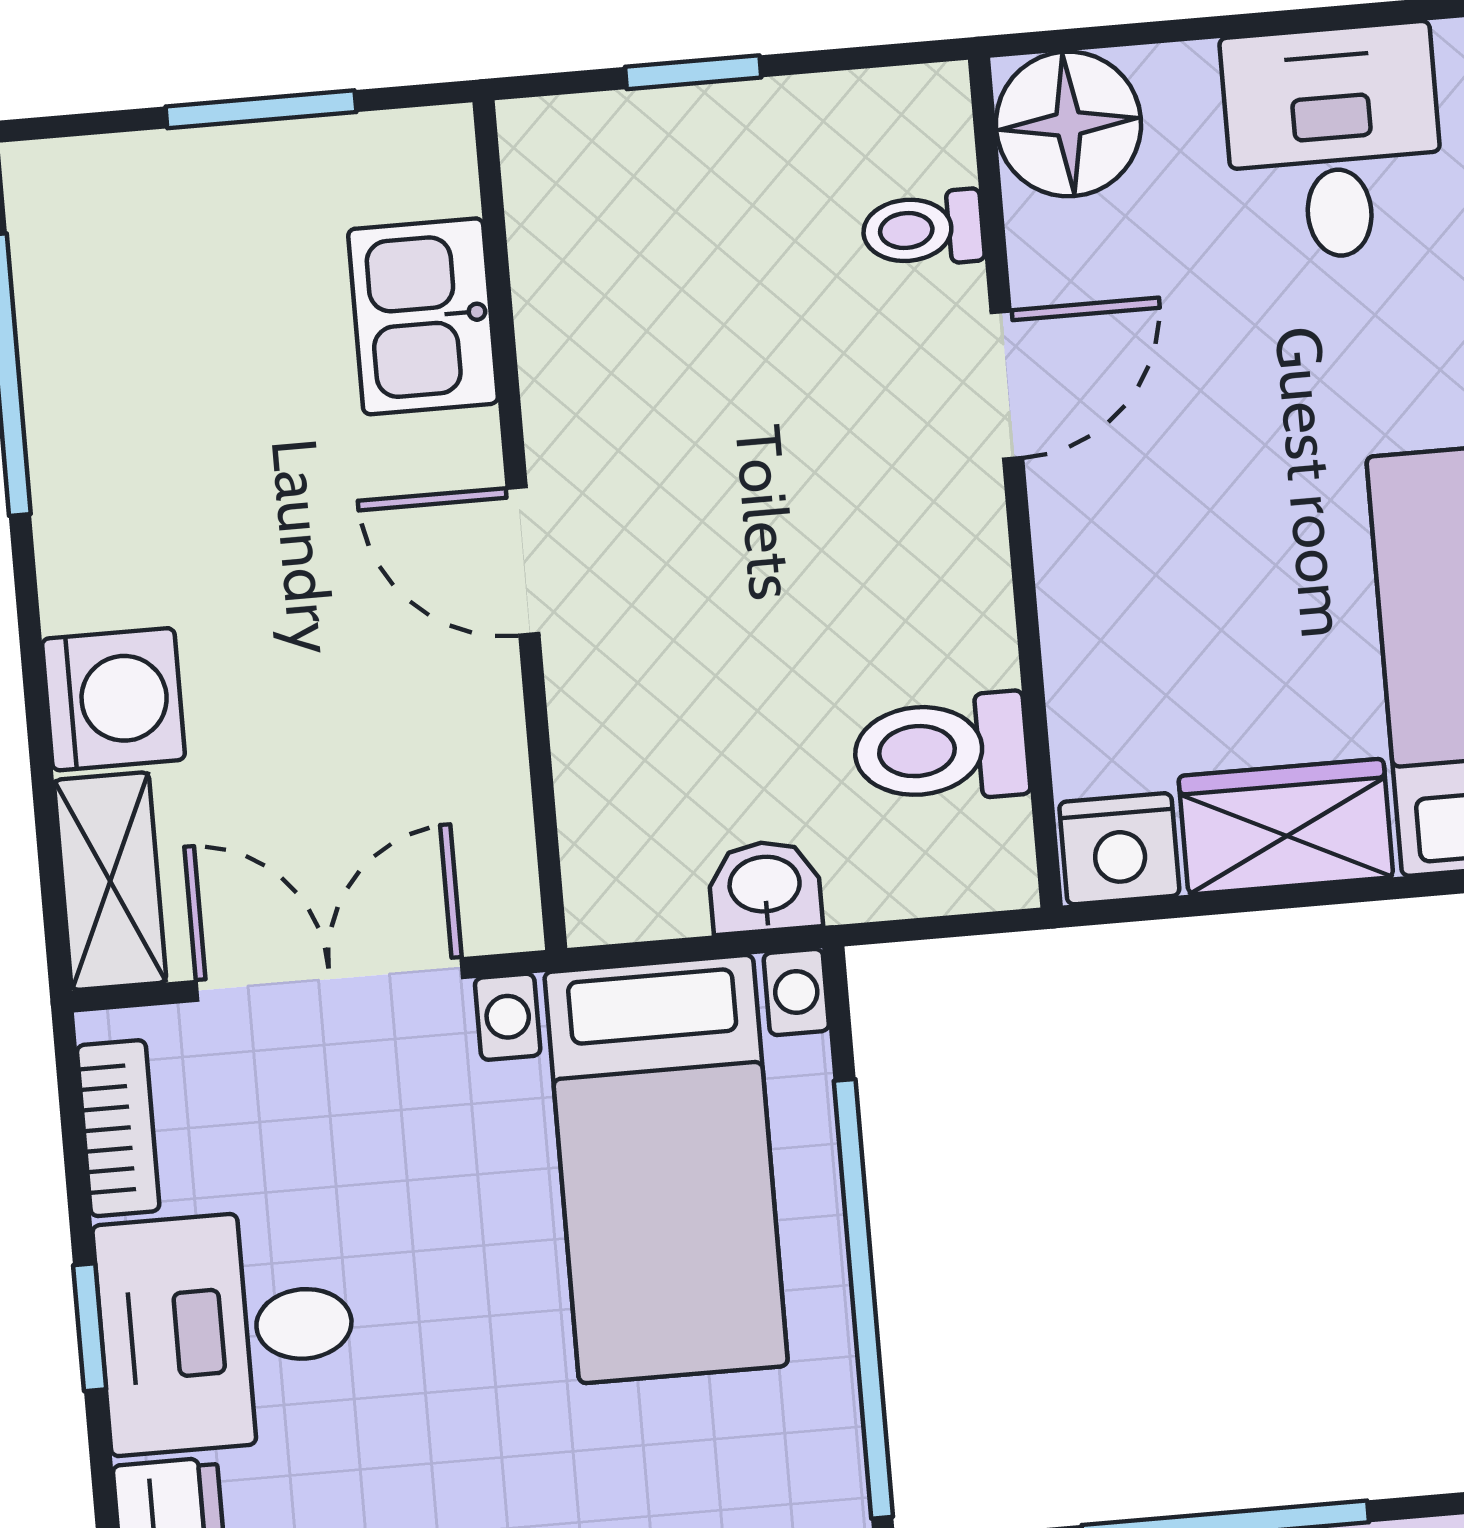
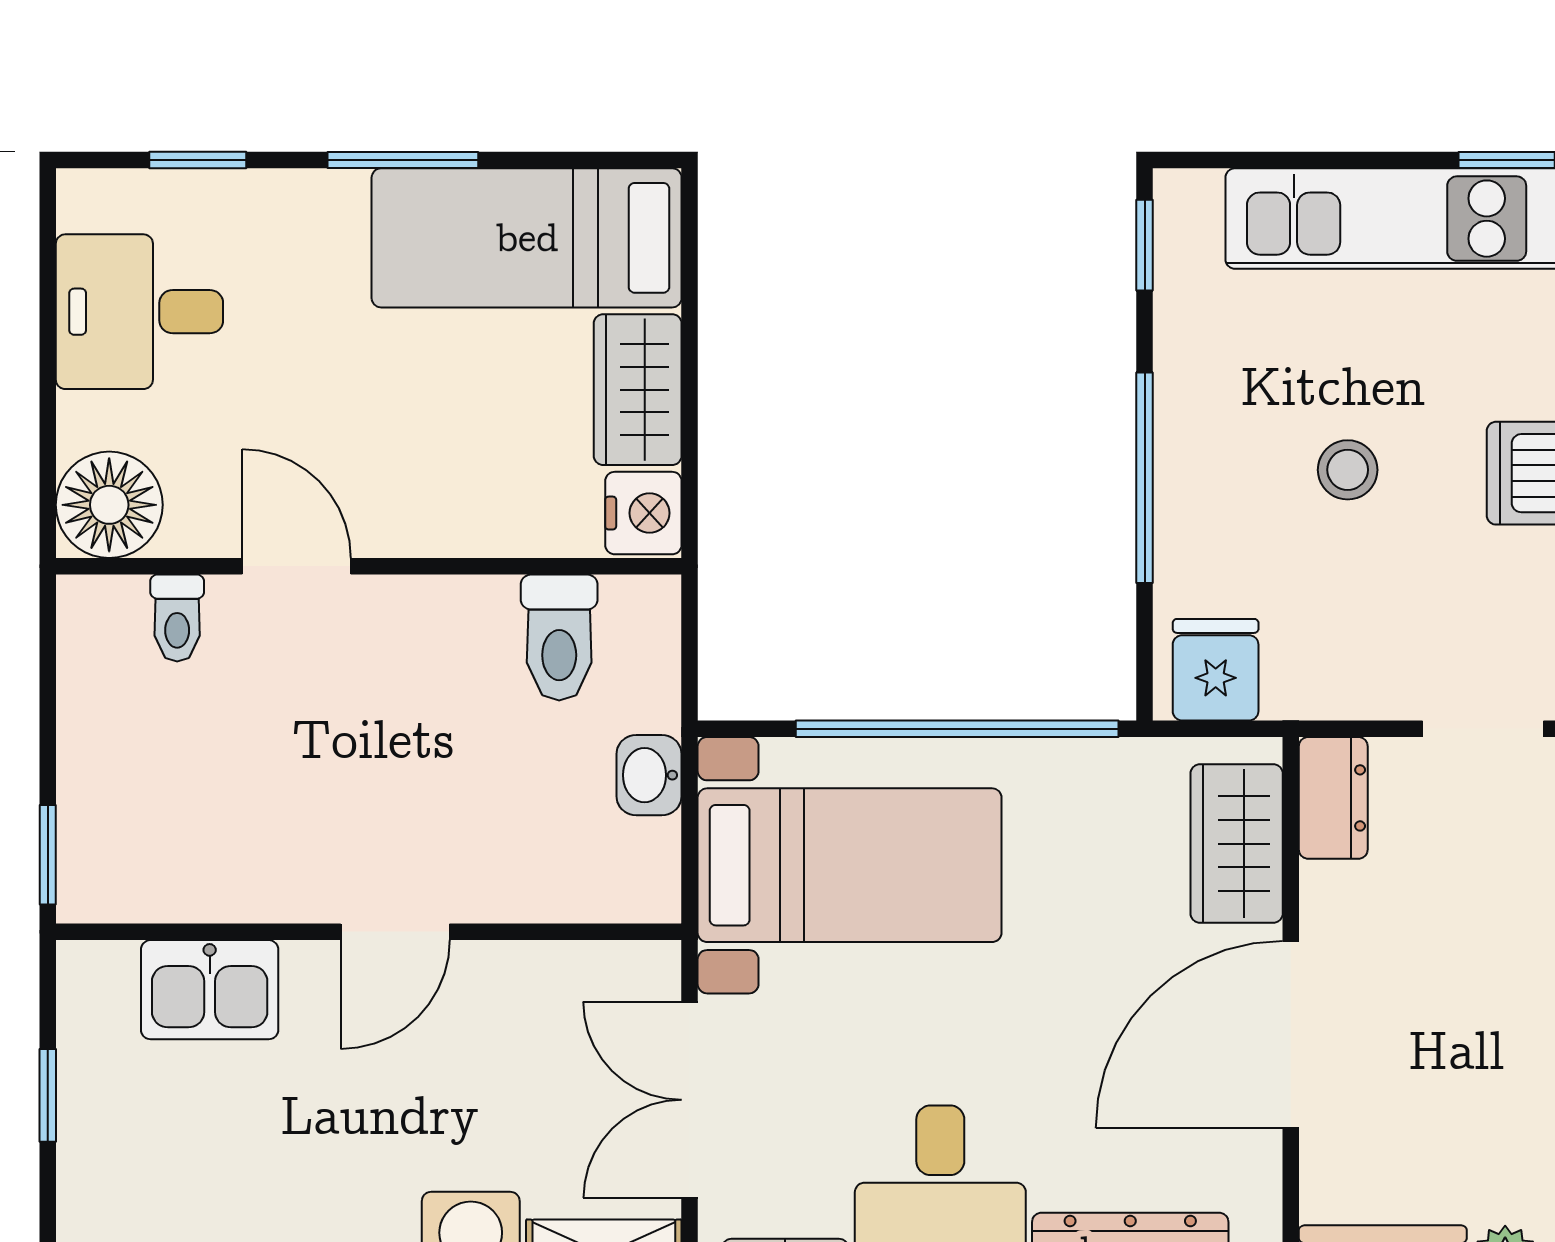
window: (693, 72) -> (48, 855), moved
window: (261, 109) -> (48, 1095), width x0.67

